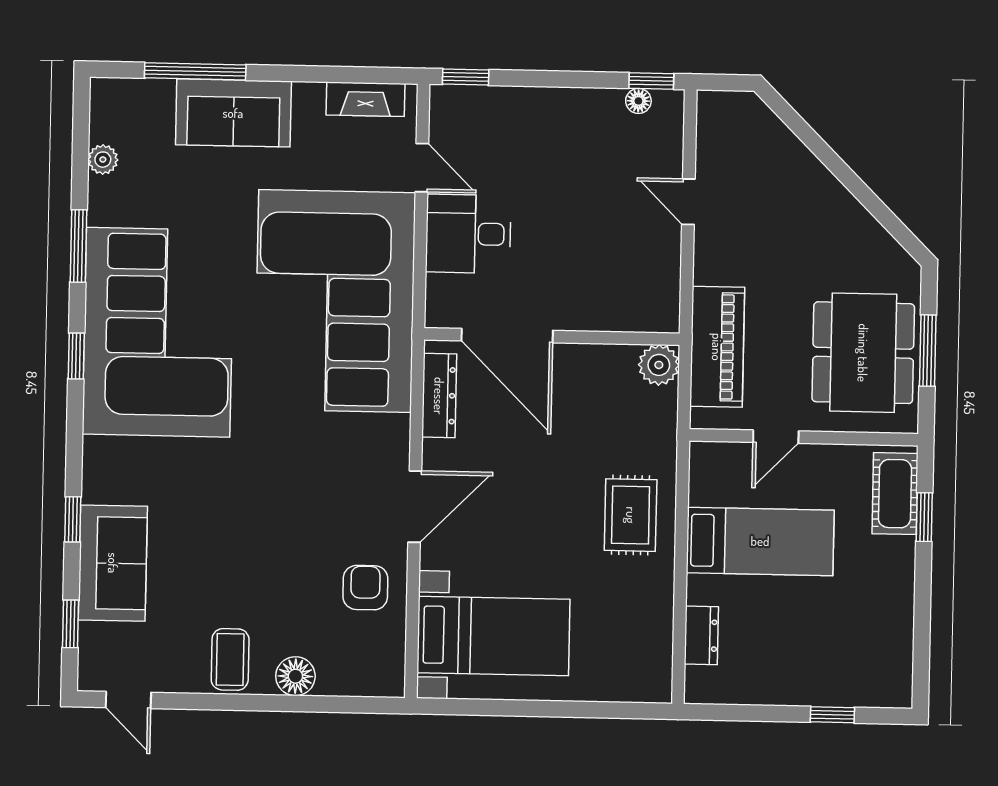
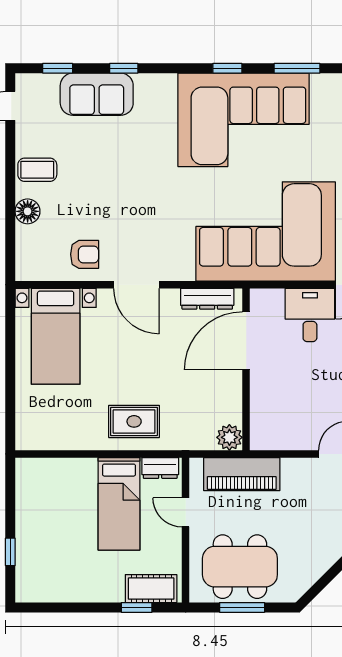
dresser: (701, 635) -> (160, 468), moved

